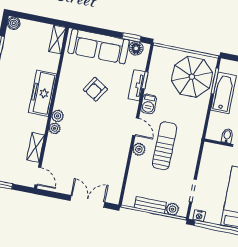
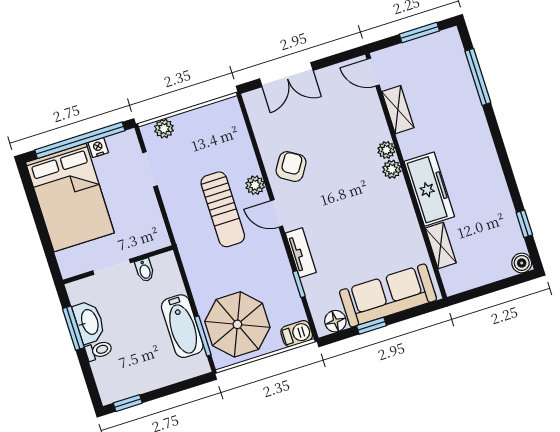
window: (132, 37) -> (372, 326), moved
shelving: (57, 40) -> (441, 245), moved
tv unit: (137, 85) -> (301, 253), moved
armchair: (95, 89) -> (291, 167), moved
barbecue: (149, 104) -> (297, 334), moved, turned 90
bench: (150, 205) -> (198, 117), removed
nightstand: (199, 216) -> (98, 148), moved

